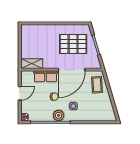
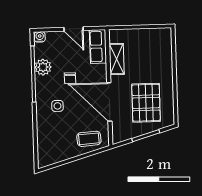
shelving: (32, 64) -> (117, 59), moved
row of seats: (46, 76) -> (98, 47), moved
plant: (59, 115) -> (43, 67), moved

